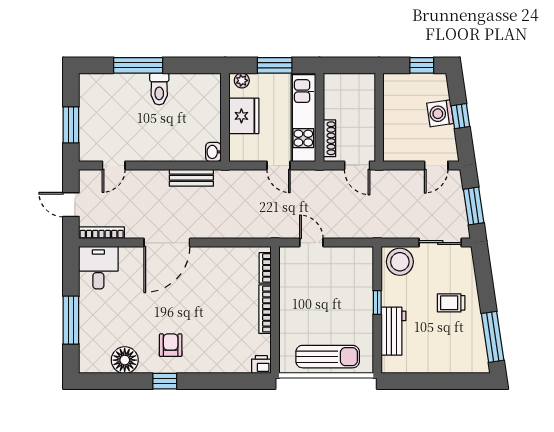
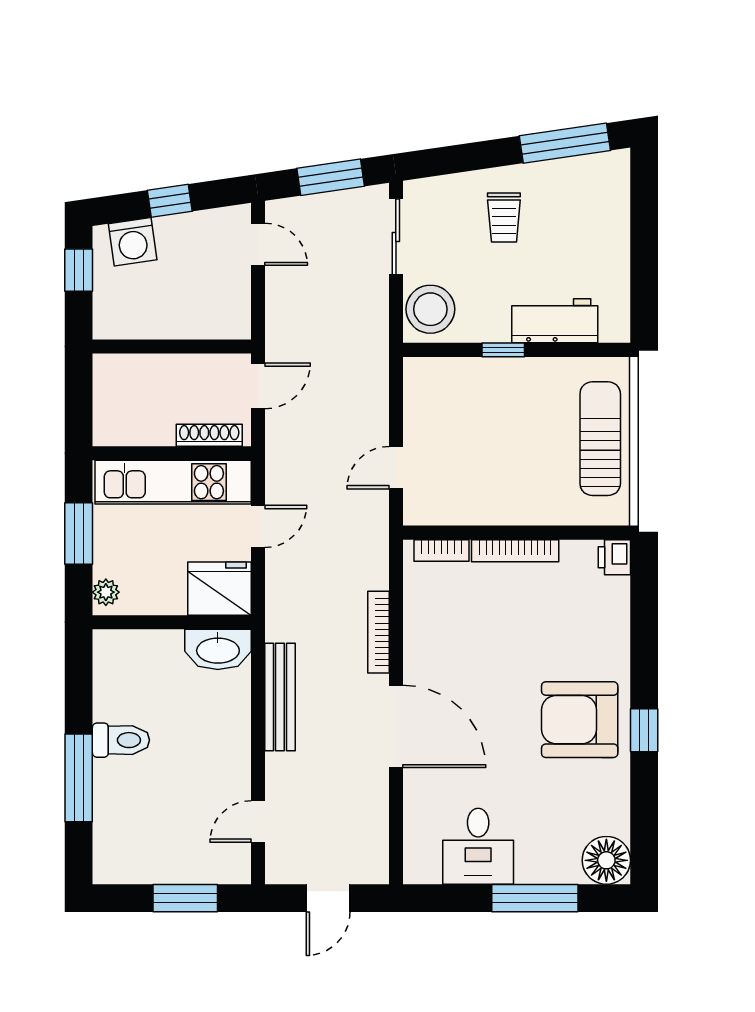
washing machine: (440, 113) -> (133, 242), moved
fridge: (244, 116) -> (219, 589), moved
washbasin: (213, 152) -> (218, 649), width x1.91, depth x1.45
door: (114, 165) -> (258, 822), swing flipped
bench: (191, 178) -> (280, 697), width x1.36
bookcase: (102, 233) -> (379, 632), moved
desk: (98, 268) -> (478, 846), moved, turned -90
armchair: (171, 345) -> (580, 720), width x1.88, depth x1.88
floor lamp: (125, 360) -> (606, 860), moved

